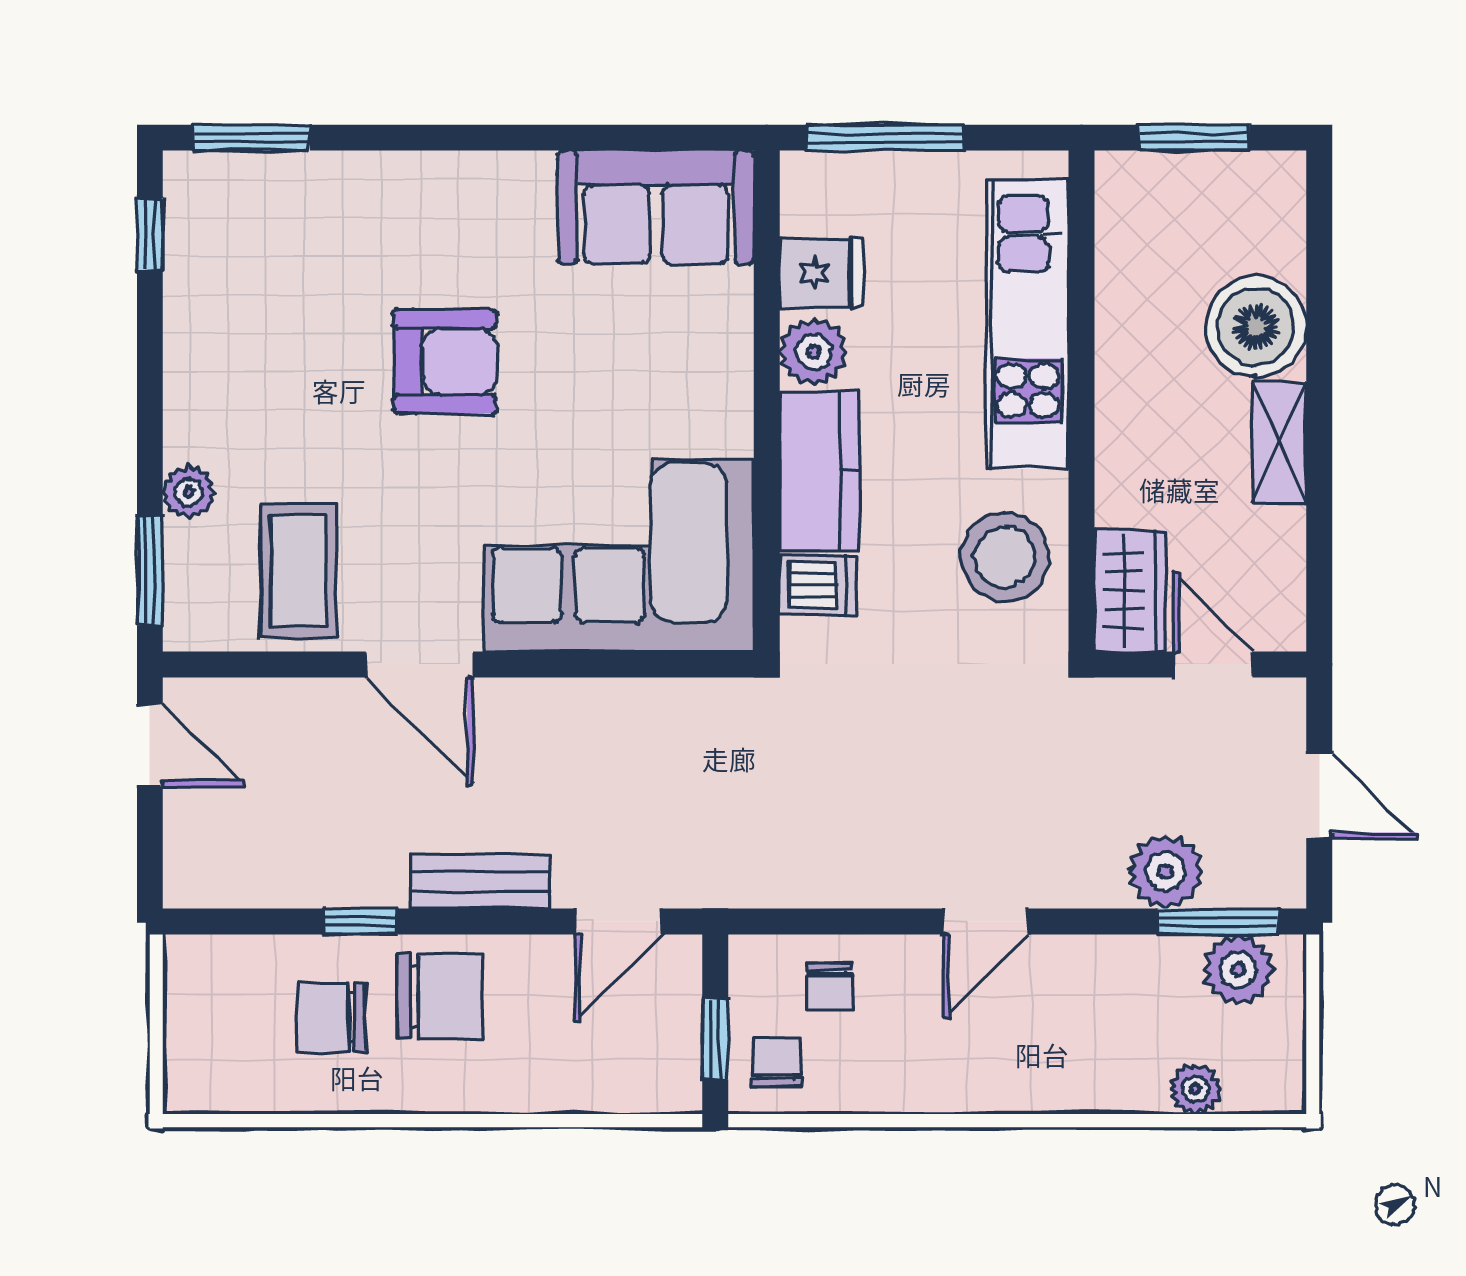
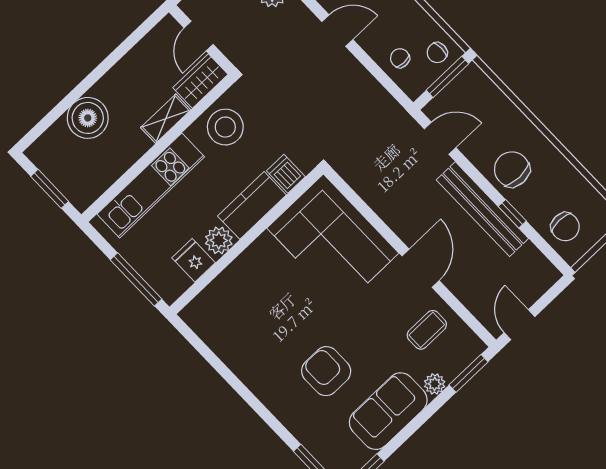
sofa: (656, 207) -> (388, 411), moved, turned -90
armchair: (445, 362) -> (326, 371), moved
shelving: (1279, 443) -> (166, 119), moved
coffee table: (299, 571) -> (427, 330), width x0.73, depth x0.77
bench: (480, 882) -> (482, 209), width x1.86, depth x1.21
chair: (830, 986) -> (400, 58), turned -90
chair: (331, 1017) -> (565, 227), moved
window: (715, 1039) -> (447, 77), width x1.50

